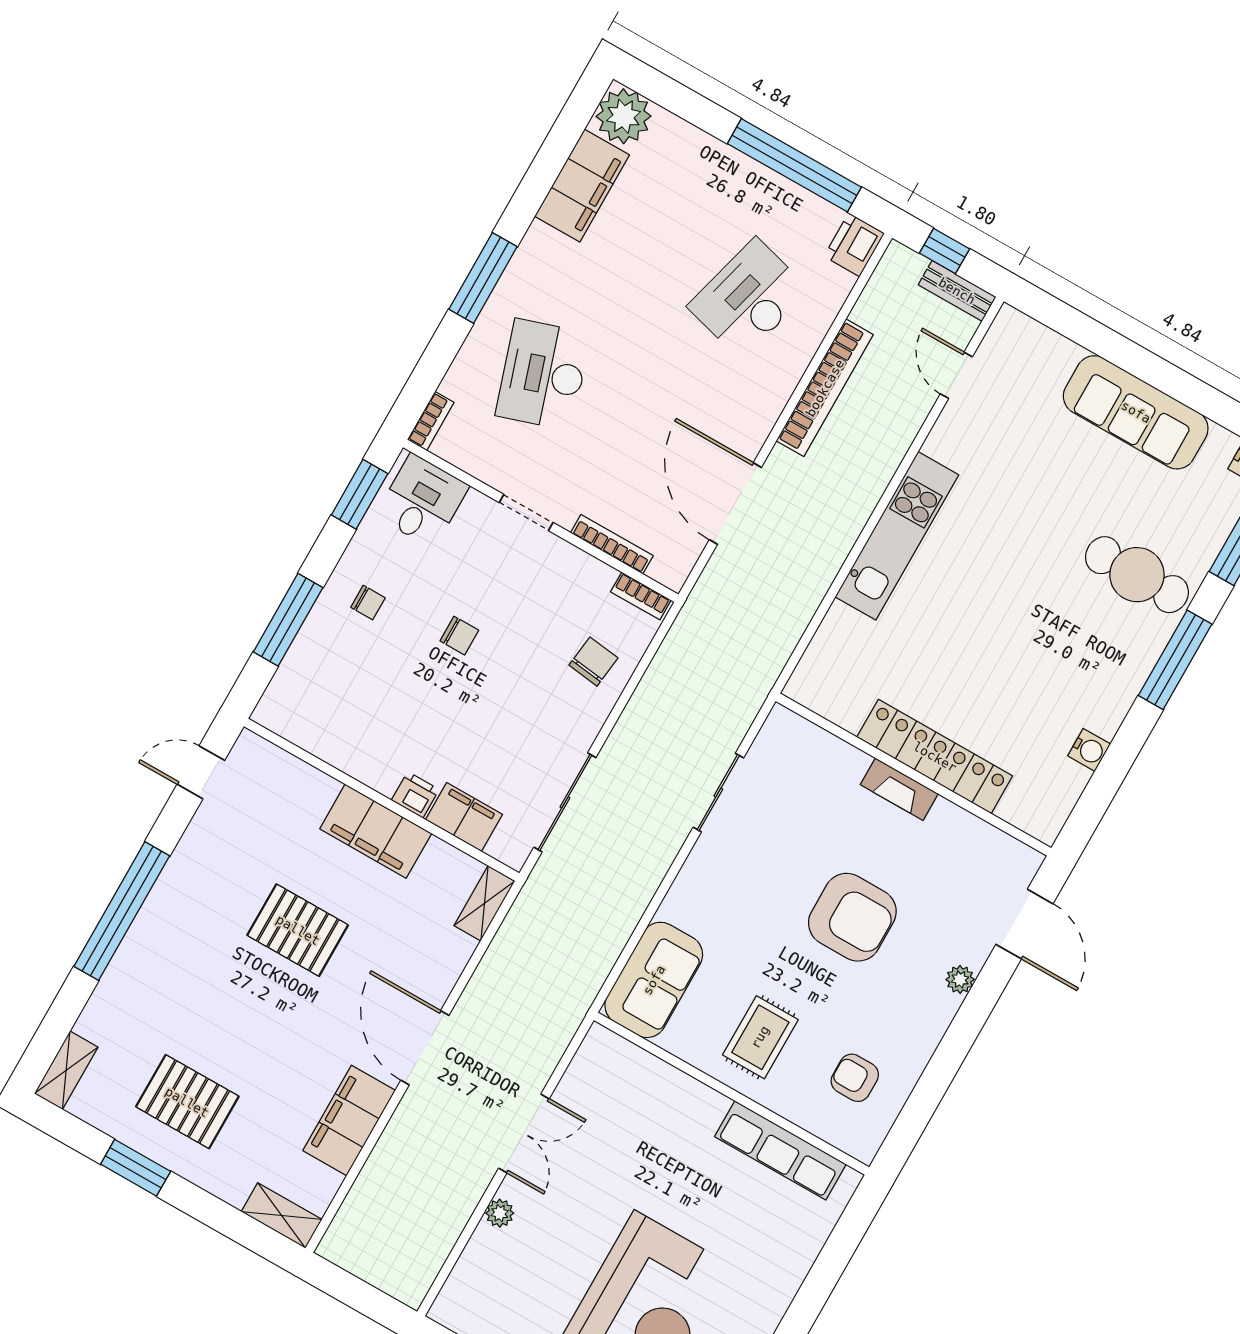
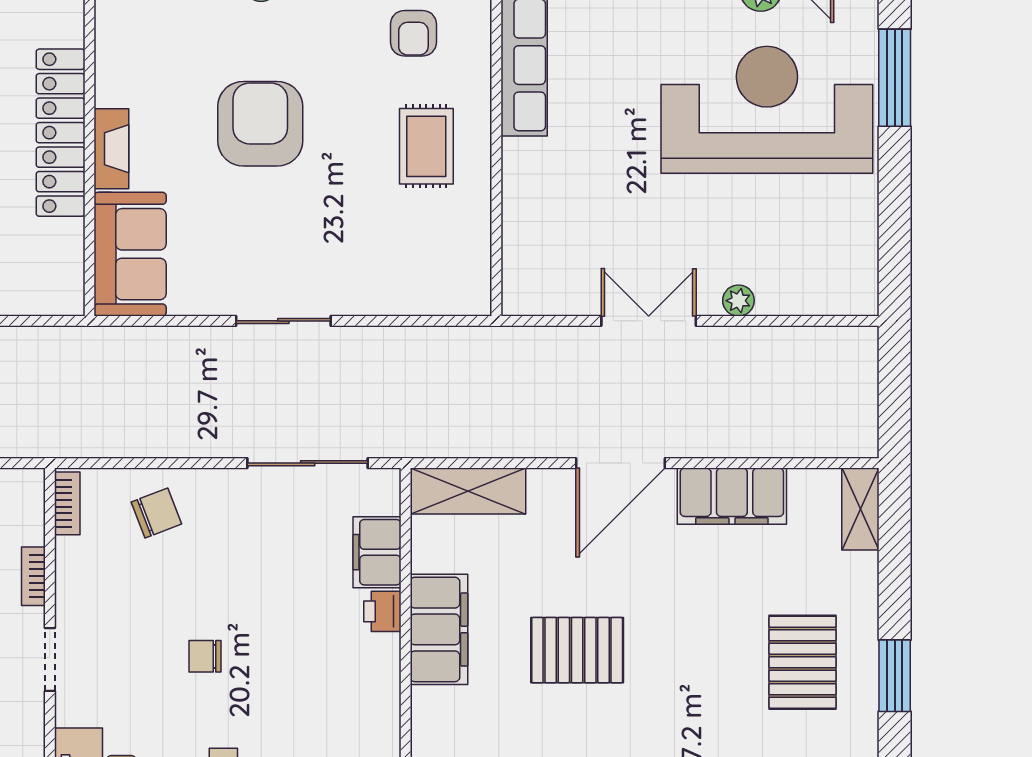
bookcase: (612, 544) -> (33, 576), width x0.64
chair: (459, 636) -> (205, 656), turned -90
chair: (593, 662) -> (156, 513), turned 152
sliding door: (718, 793) -> (283, 321), moved
shelving: (485, 903) -> (468, 491), width x1.50, depth x1.33
pallet: (298, 930) -> (577, 650), turned 90
sofa: (654, 980) -> (130, 254), moved, turned 90
rug: (760, 1037) -> (426, 146), turned 90

